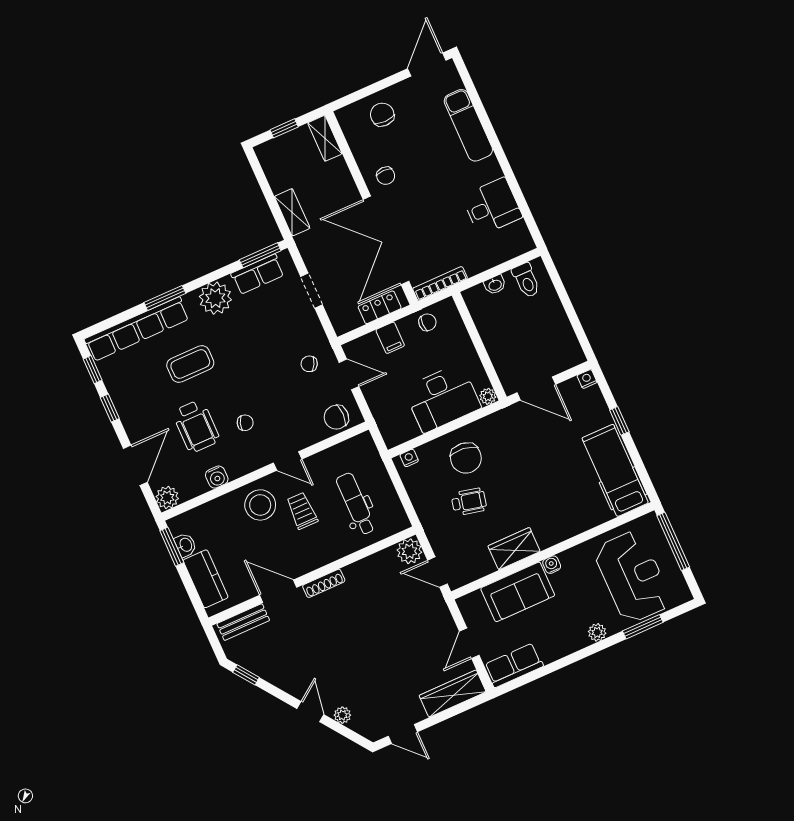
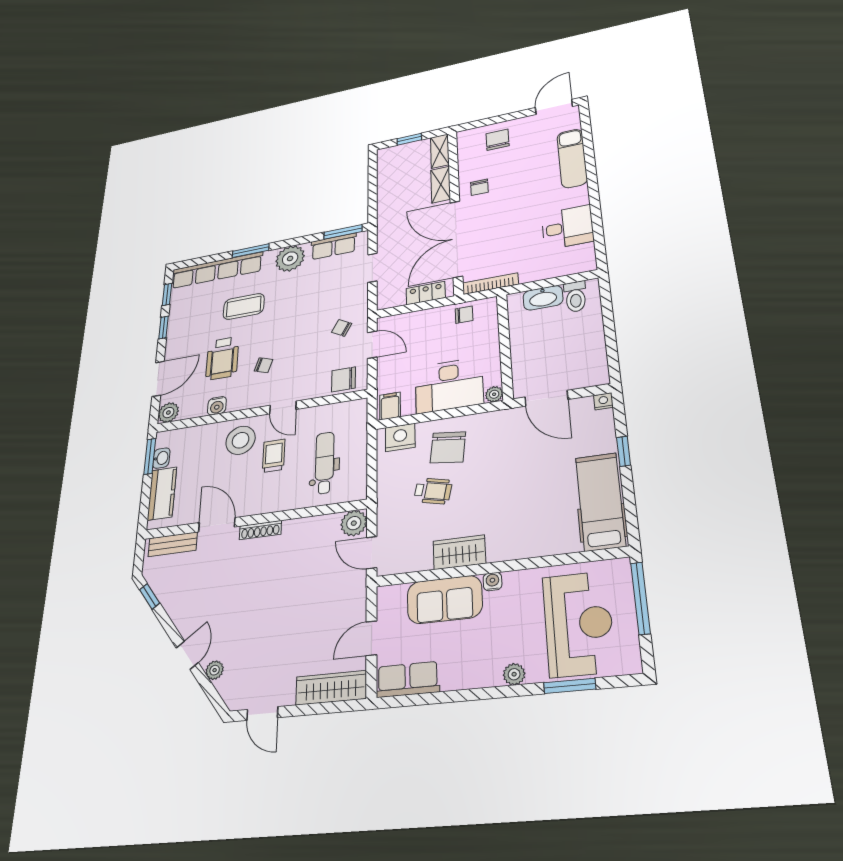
shelving: (292, 212) -> (441, 185), moved
washbasin: (495, 285) -> (543, 298), width x1.91, depth x1.45
filing cabinet: (390, 338) -> (390, 406), moved, turned 180
nightstand: (409, 458) -> (400, 437), width x1.89, depth x1.79

